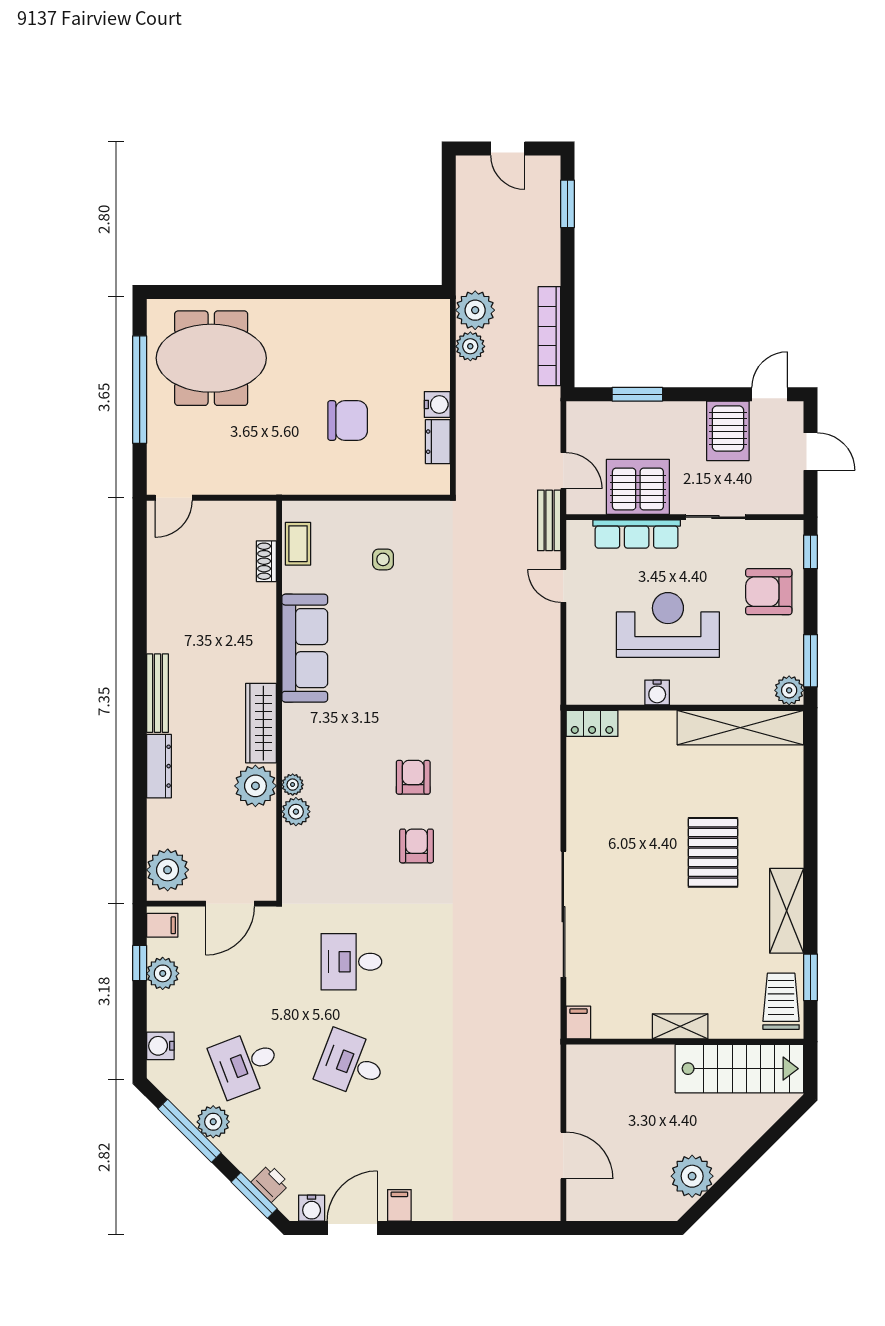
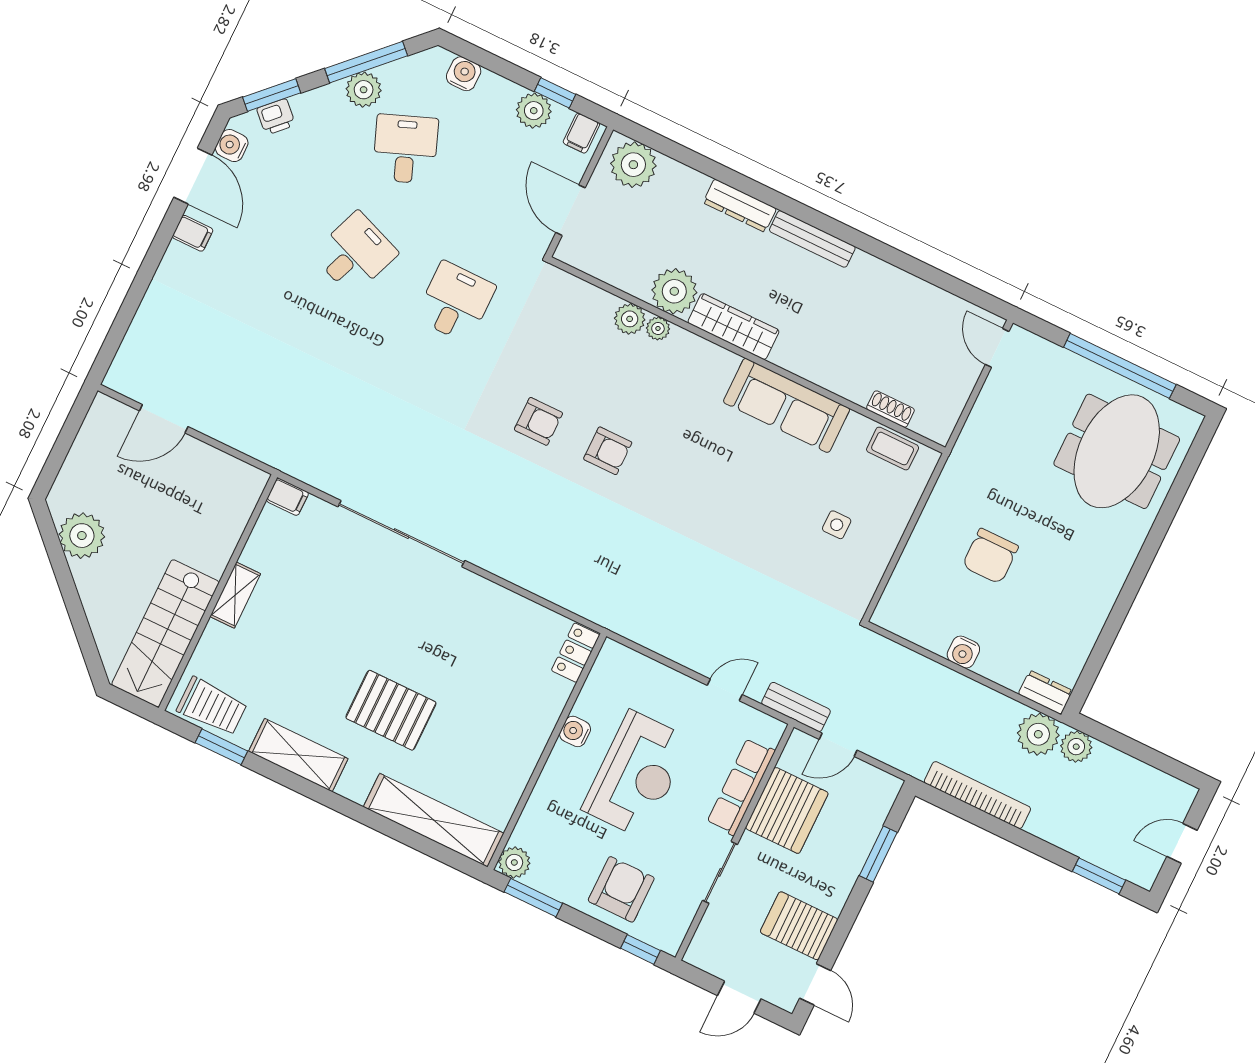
plant: (470, 346) -> (1076, 747), moved
dresser: (438, 442) -> (1045, 692), moved
shelving: (740, 728) -> (434, 820), moved, turned 90

